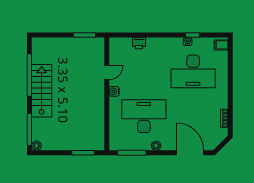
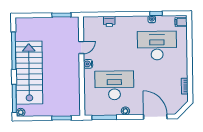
desk: (193, 71) -> (157, 46), turned 180
stairs: (42, 91) -> (29, 73), width x1.36, depth x1.51

